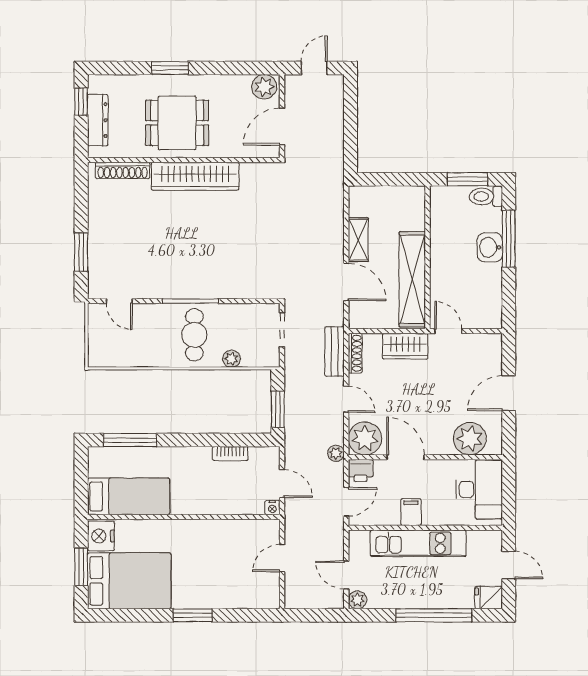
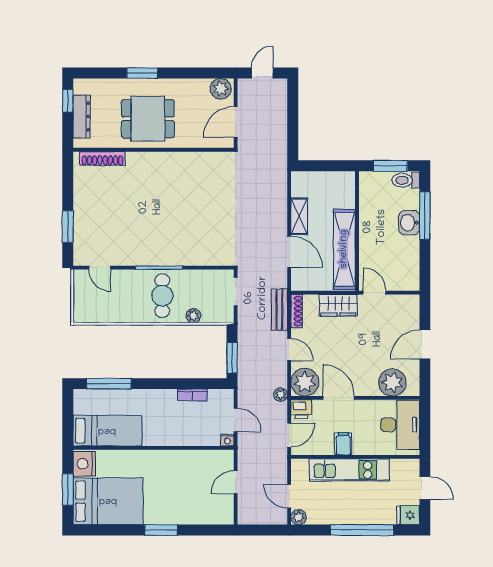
wardrobe: (195, 176) -> (163, 163), removed

